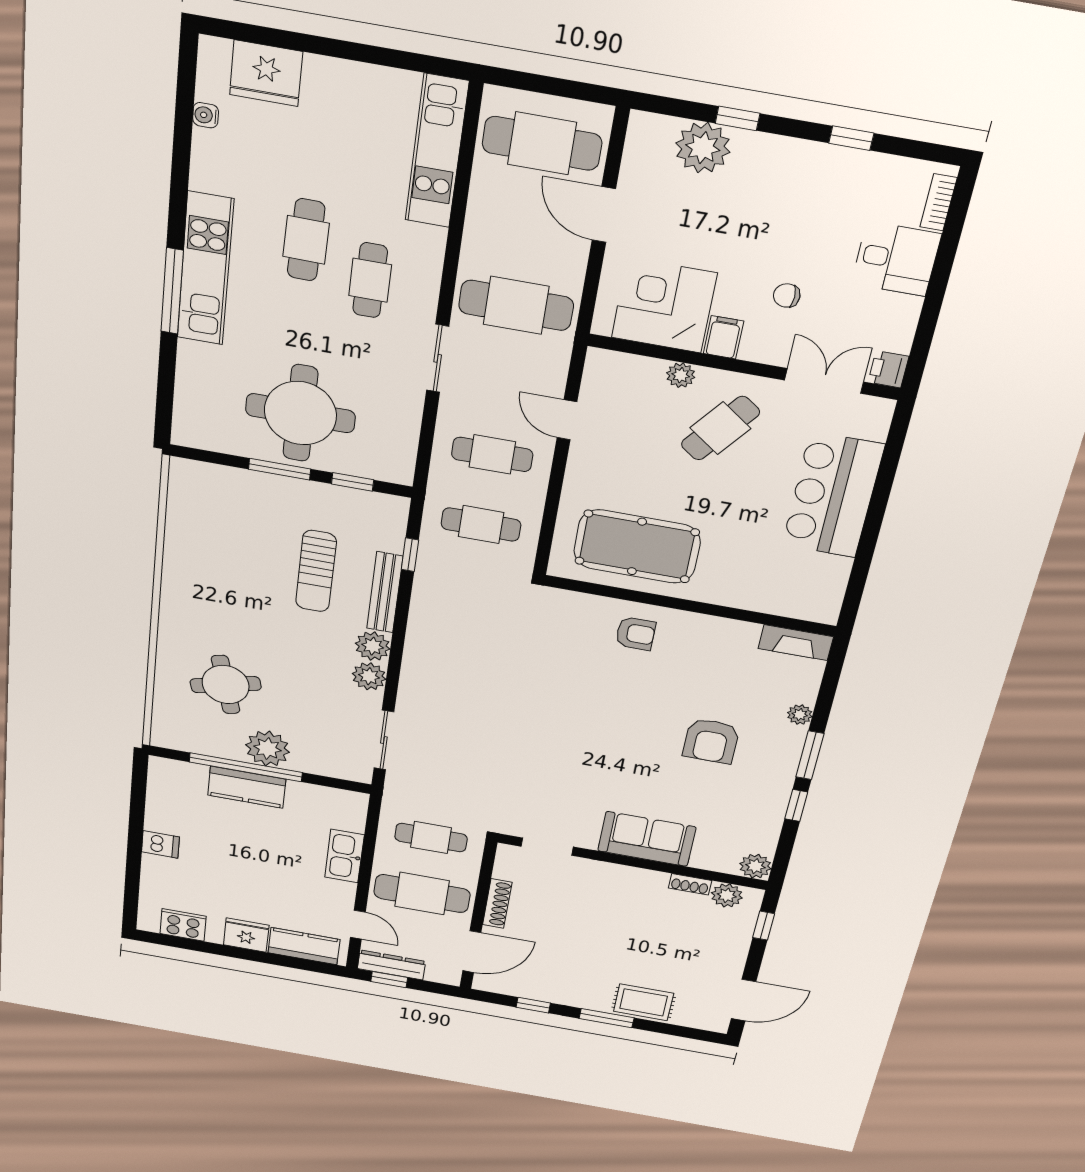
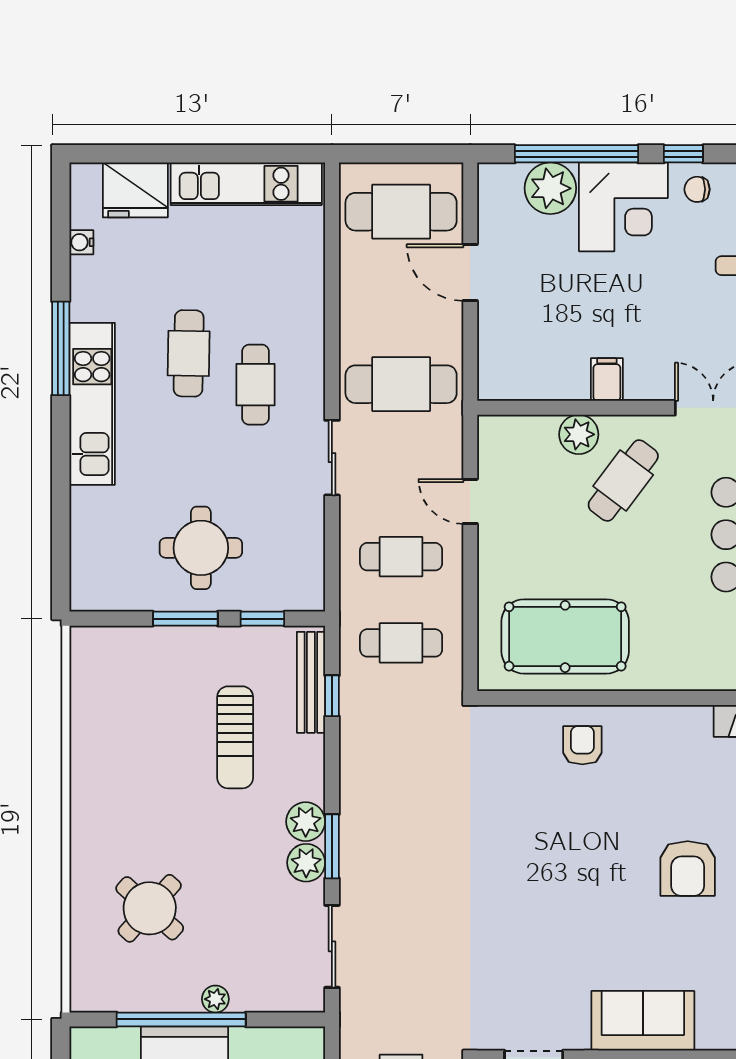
window: (738, 118) -> (577, 154), width x3.17
kitchen unit: (437, 151) -> (246, 184), moved, turned -90
window: (172, 291) -> (61, 348), moved
chair: (787, 295) -> (697, 189), moved
corner desk: (664, 305) -> (623, 207), moved, turned 180
plant: (681, 375) -> (579, 434), width x1.38, depth x1.38
round table: (300, 413) -> (201, 548), width x0.73, depth x0.73
bench: (385, 592) -> (311, 682), moved
armchair: (636, 634) -> (582, 745), turned -90
window: (394, 668) -> (332, 846), added
round table: (226, 685) -> (150, 908), turned -33
plant: (268, 748) -> (215, 999), width x0.53, depth x0.53

